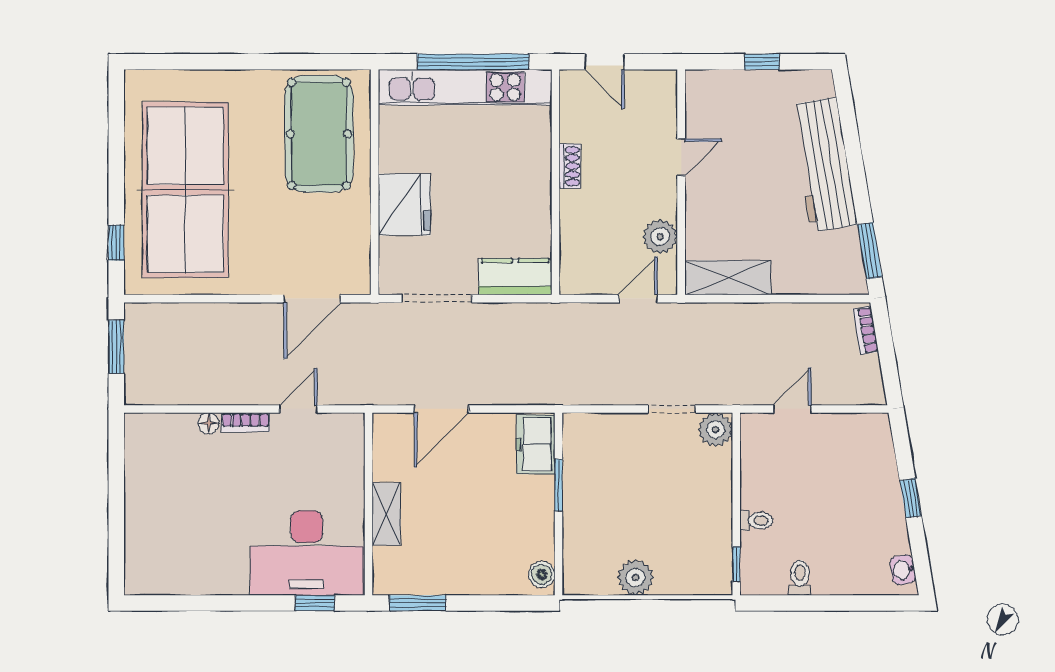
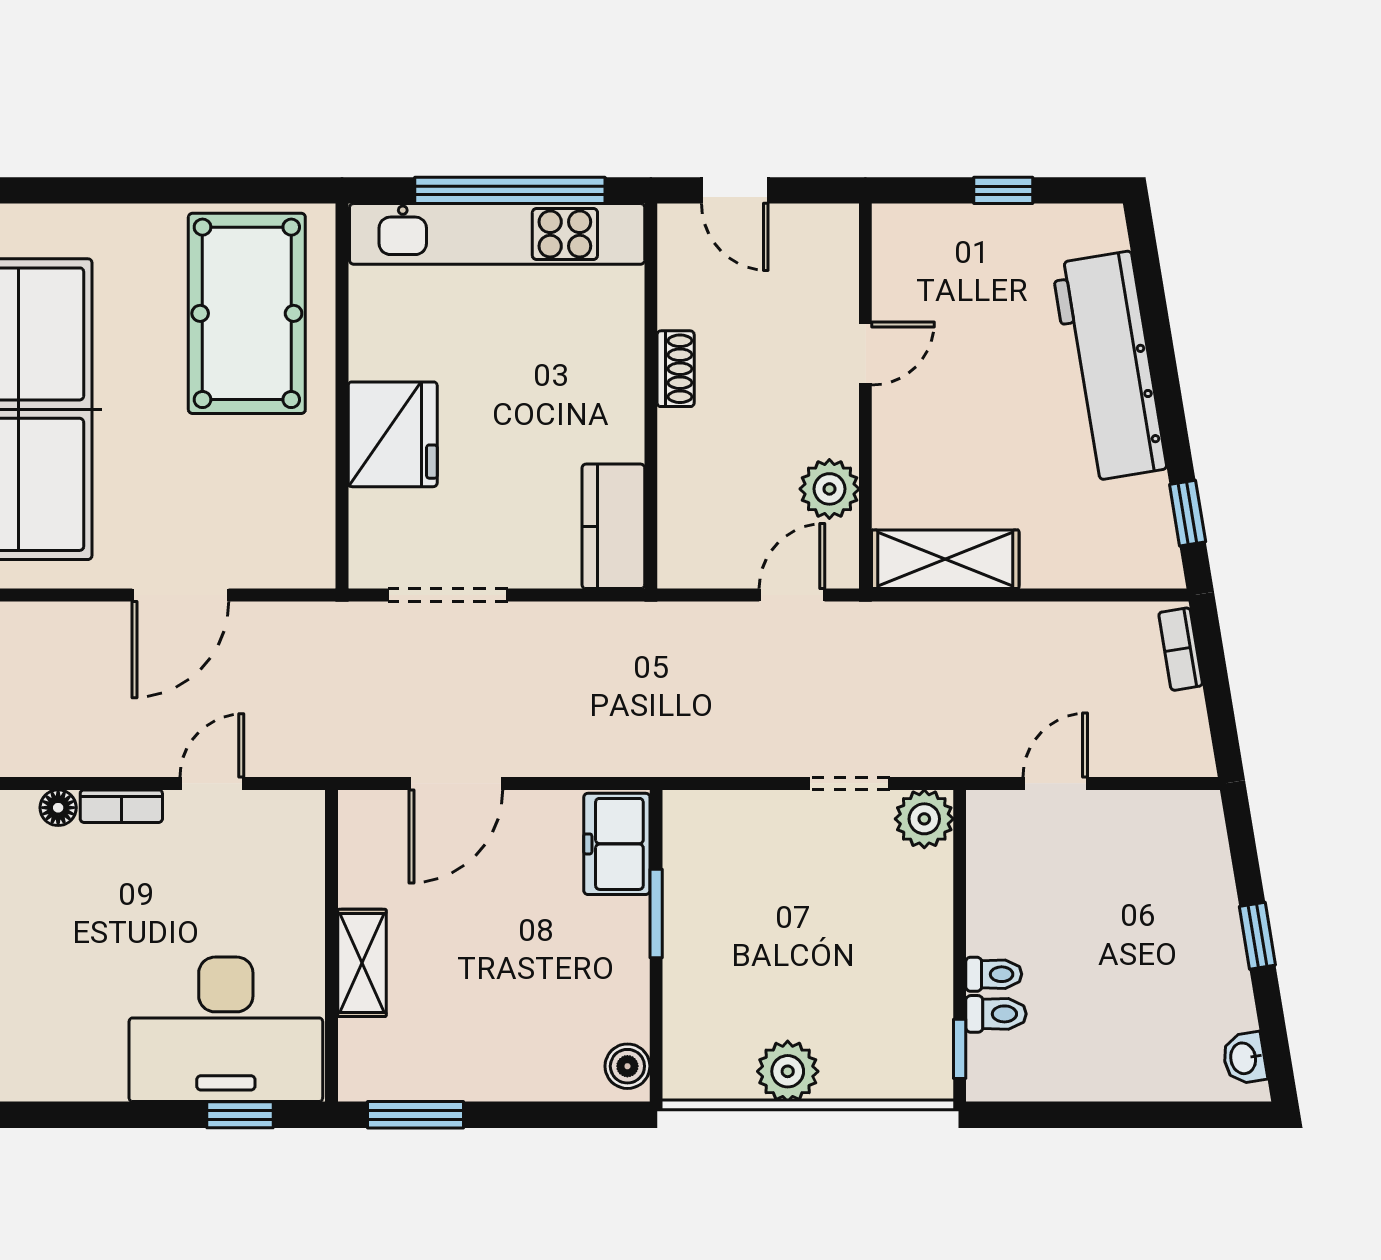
window: (870, 251) -> (1188, 513), width x0.67
kitchen counter: (515, 277) -> (613, 526), moved, turned -90
door: (312, 299) -> (180, 595), moved
toilet: (800, 578) -> (996, 1014), moved, turned 90

